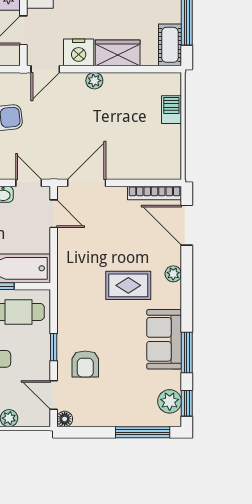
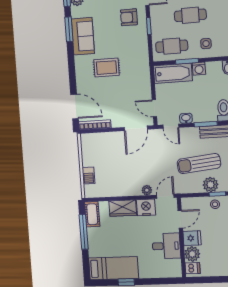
plant: (94, 81) -> (147, 190), moved
plant: (173, 274) -> (80, 77), removed
armchair: (85, 364) -> (129, 17), turned -90

